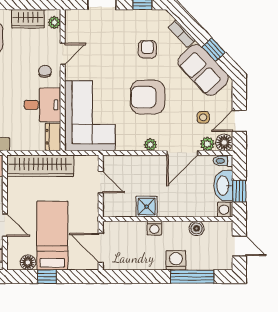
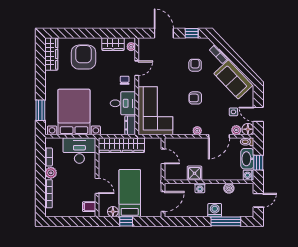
window: (214, 50) -> (241, 65), removed
armchair: (148, 97) -> (195, 98), width x0.53, depth x0.53
door: (239, 121) -> (258, 114), hinge flipped
door: (239, 246) -> (258, 200), hinge flipped
door: (101, 248) -> (163, 202), swing flipped

